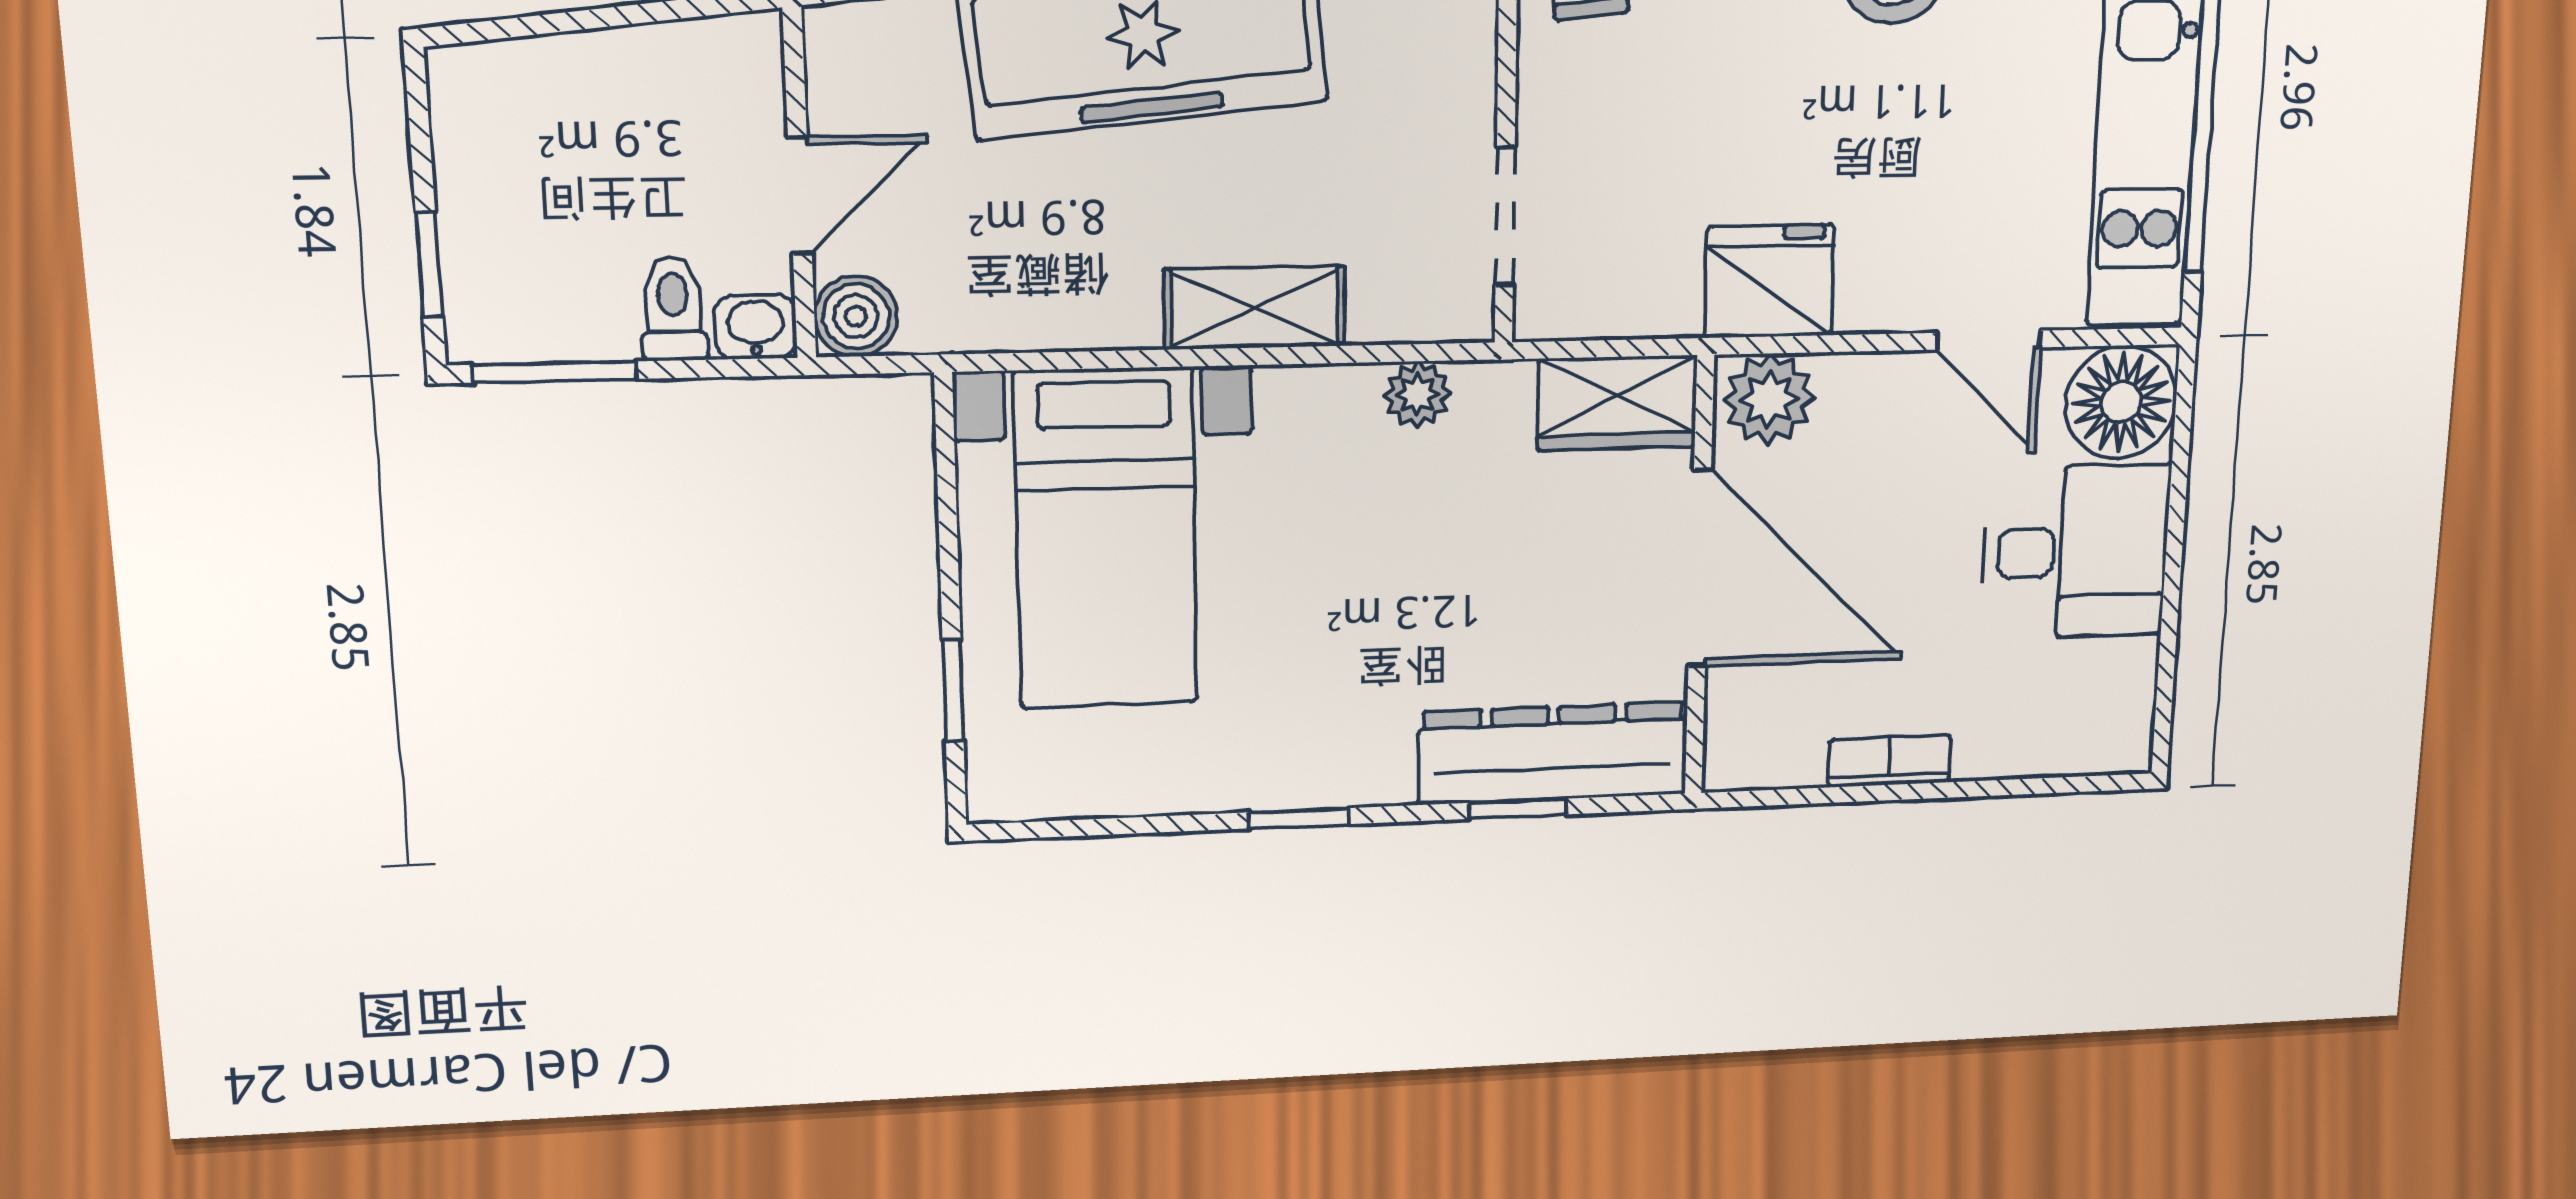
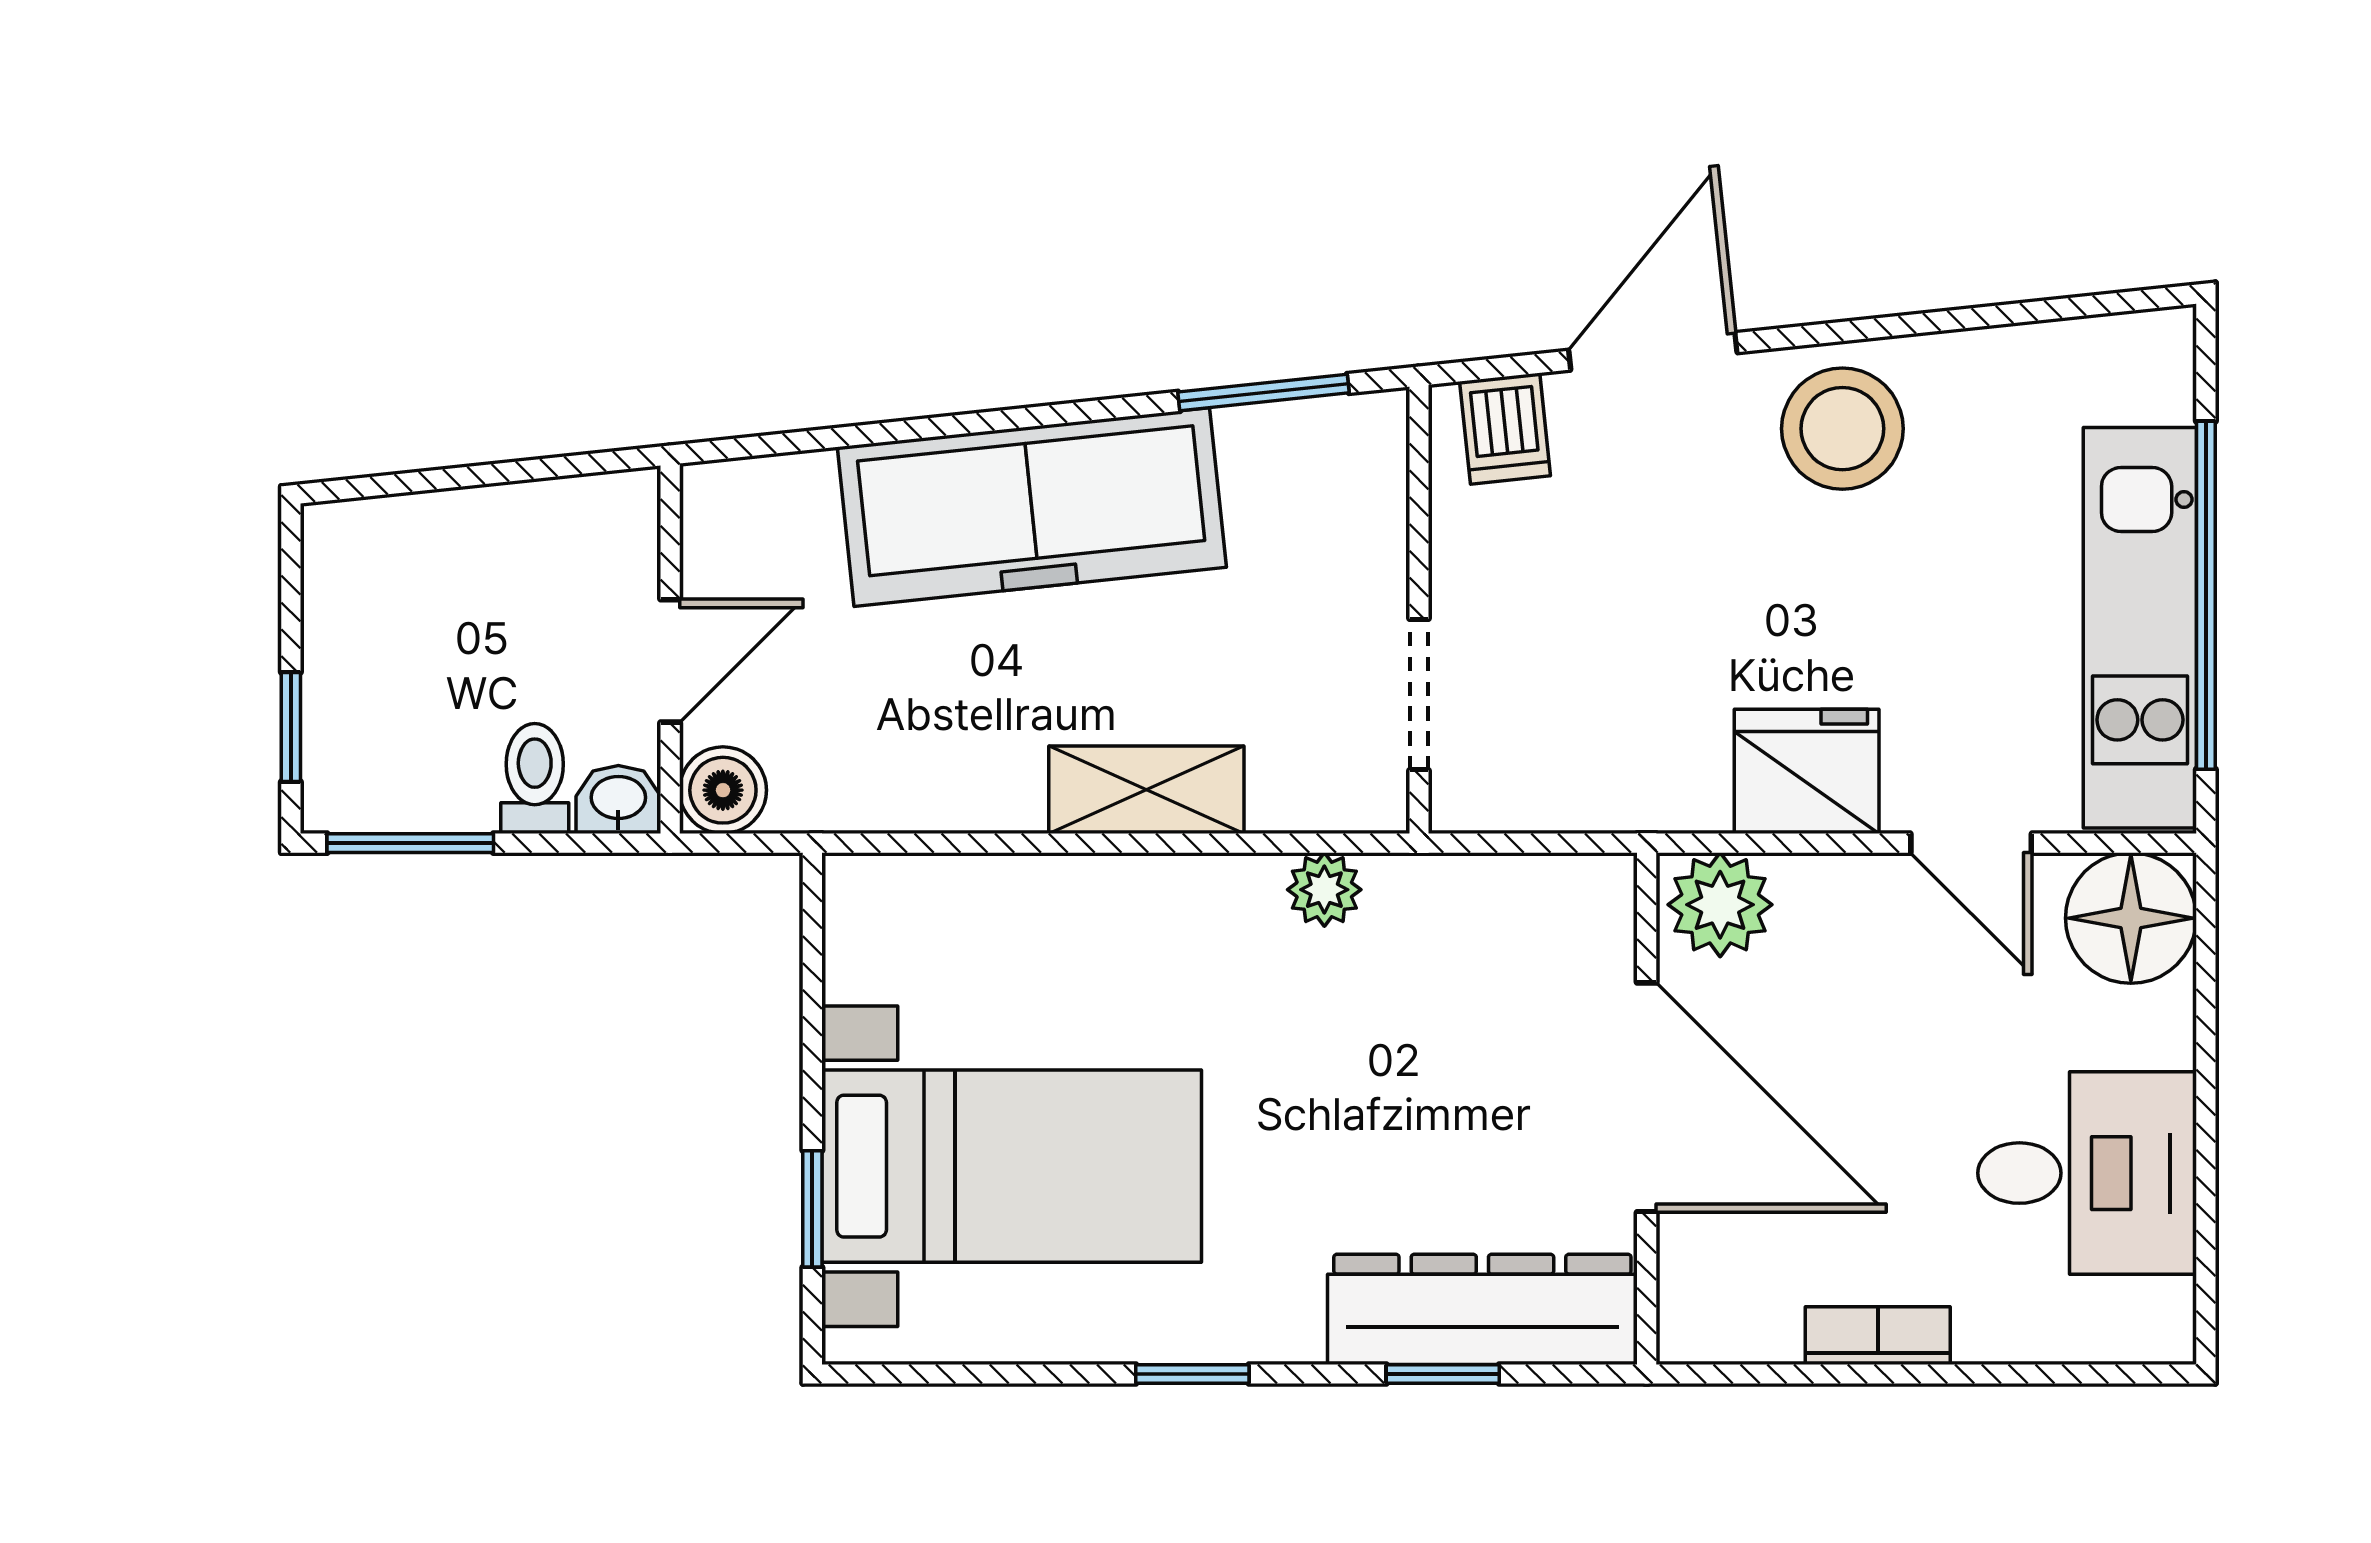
fridge: (1769, 281) -> (1807, 771), moved
wardrobe: (1617, 403) -> (1548, 904), removed
bed with nightstands: (1106, 539) -> (1012, 1166), moved, turned -90
desk: (2075, 552) -> (2087, 1173), moved

